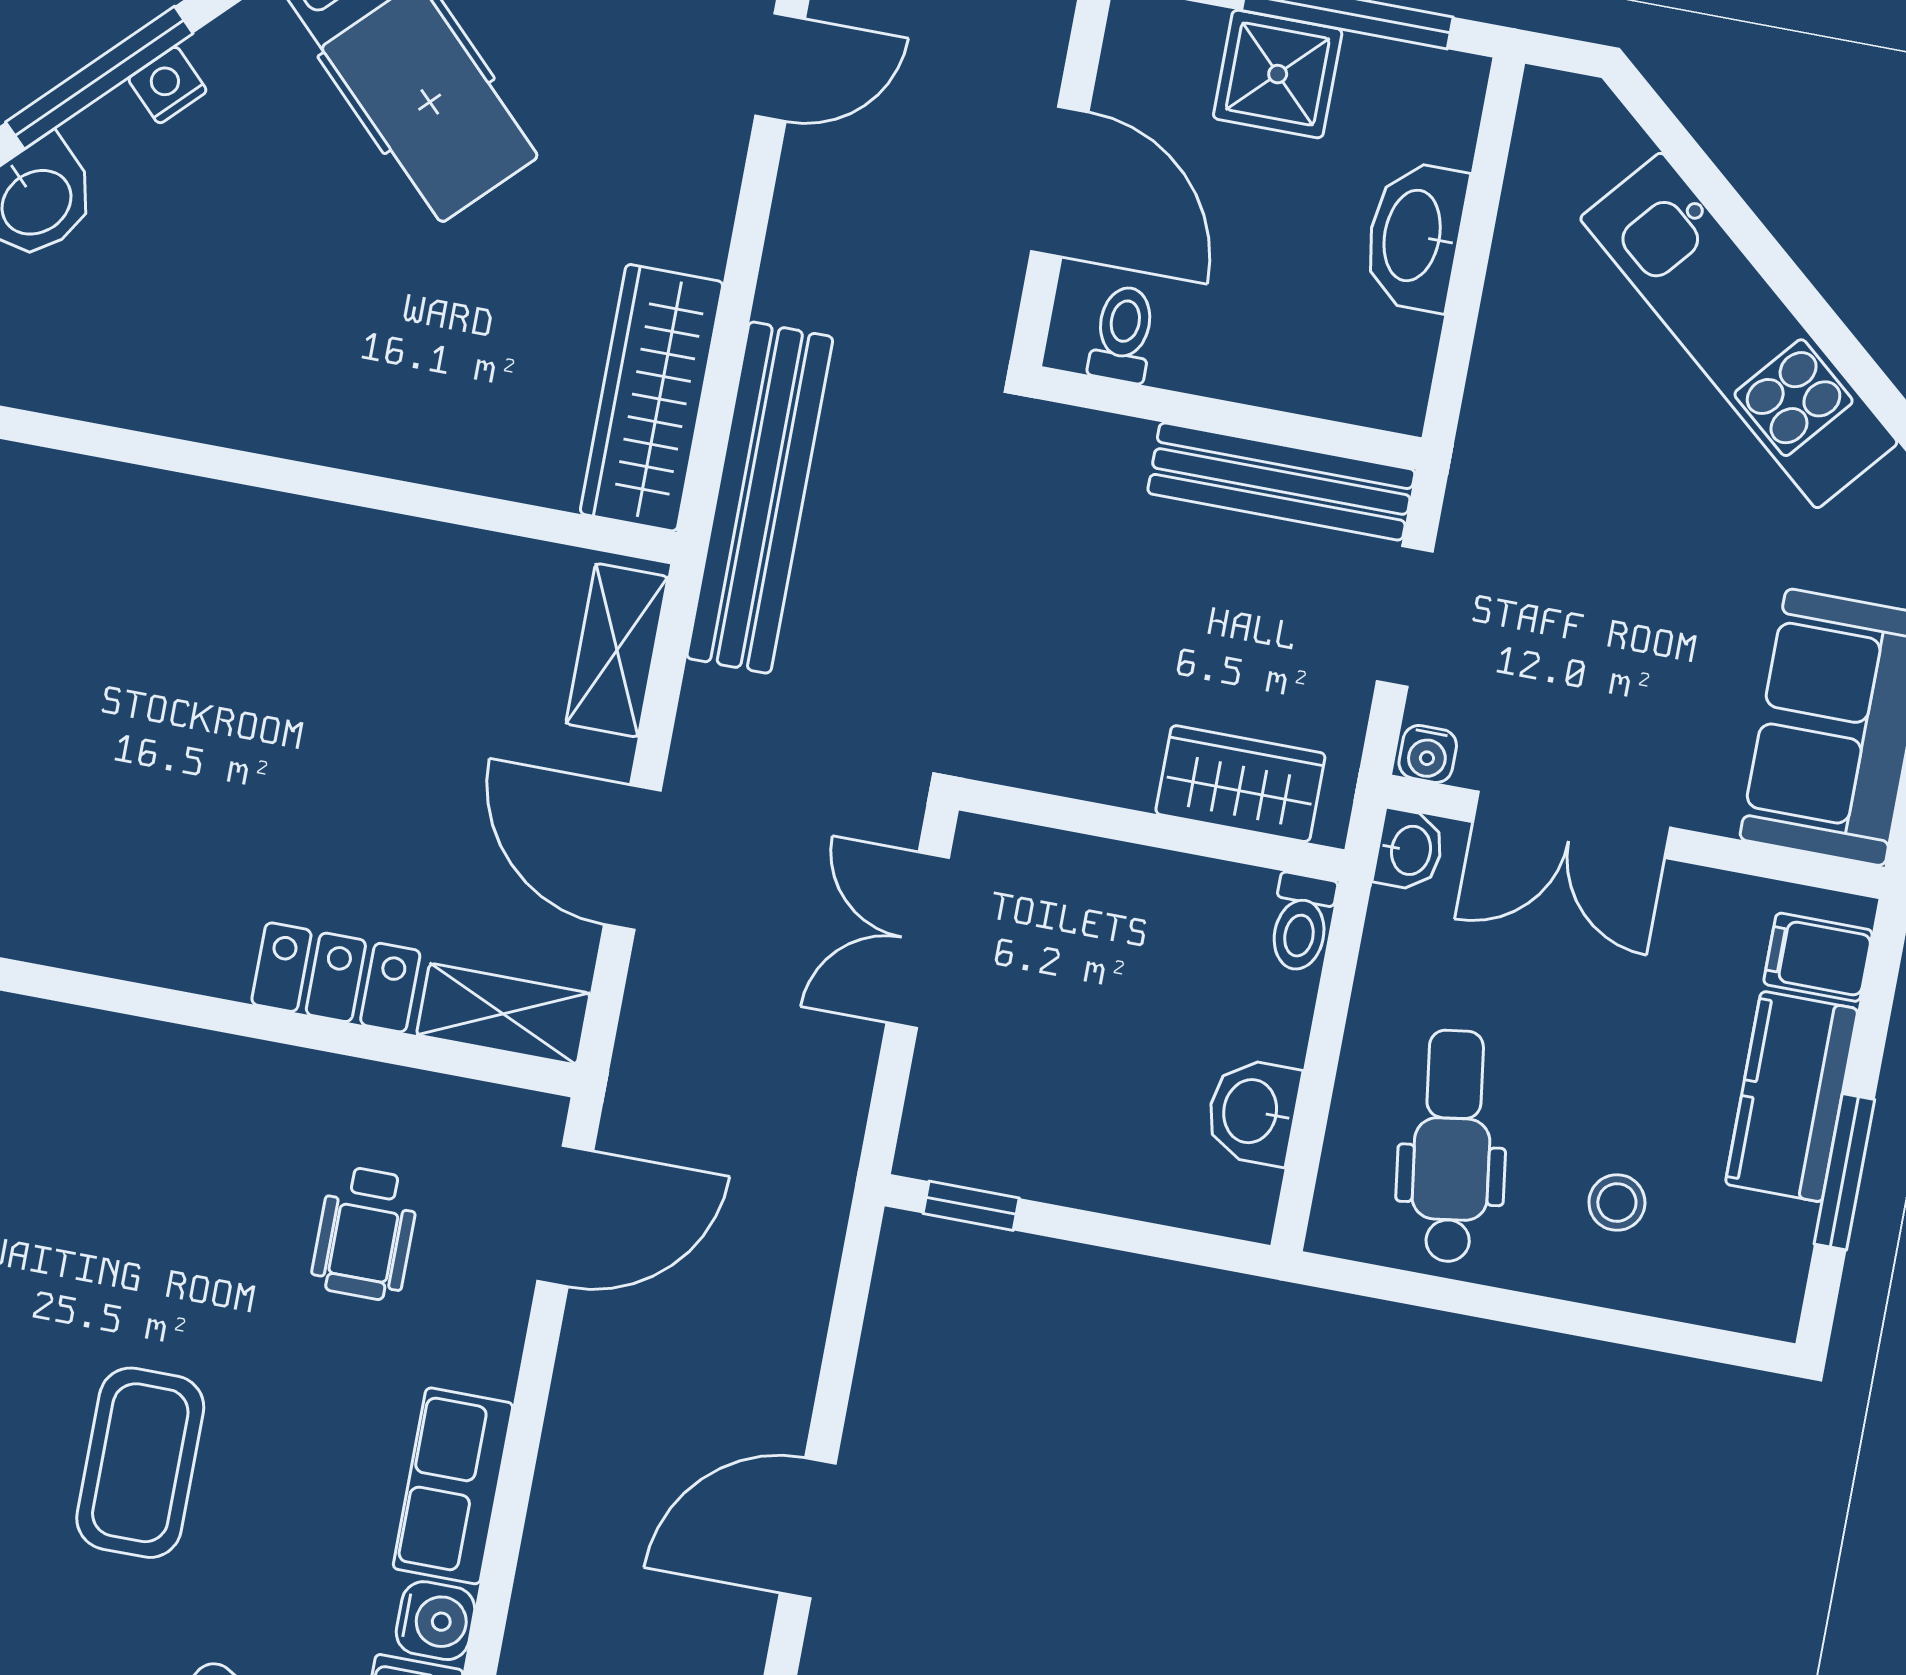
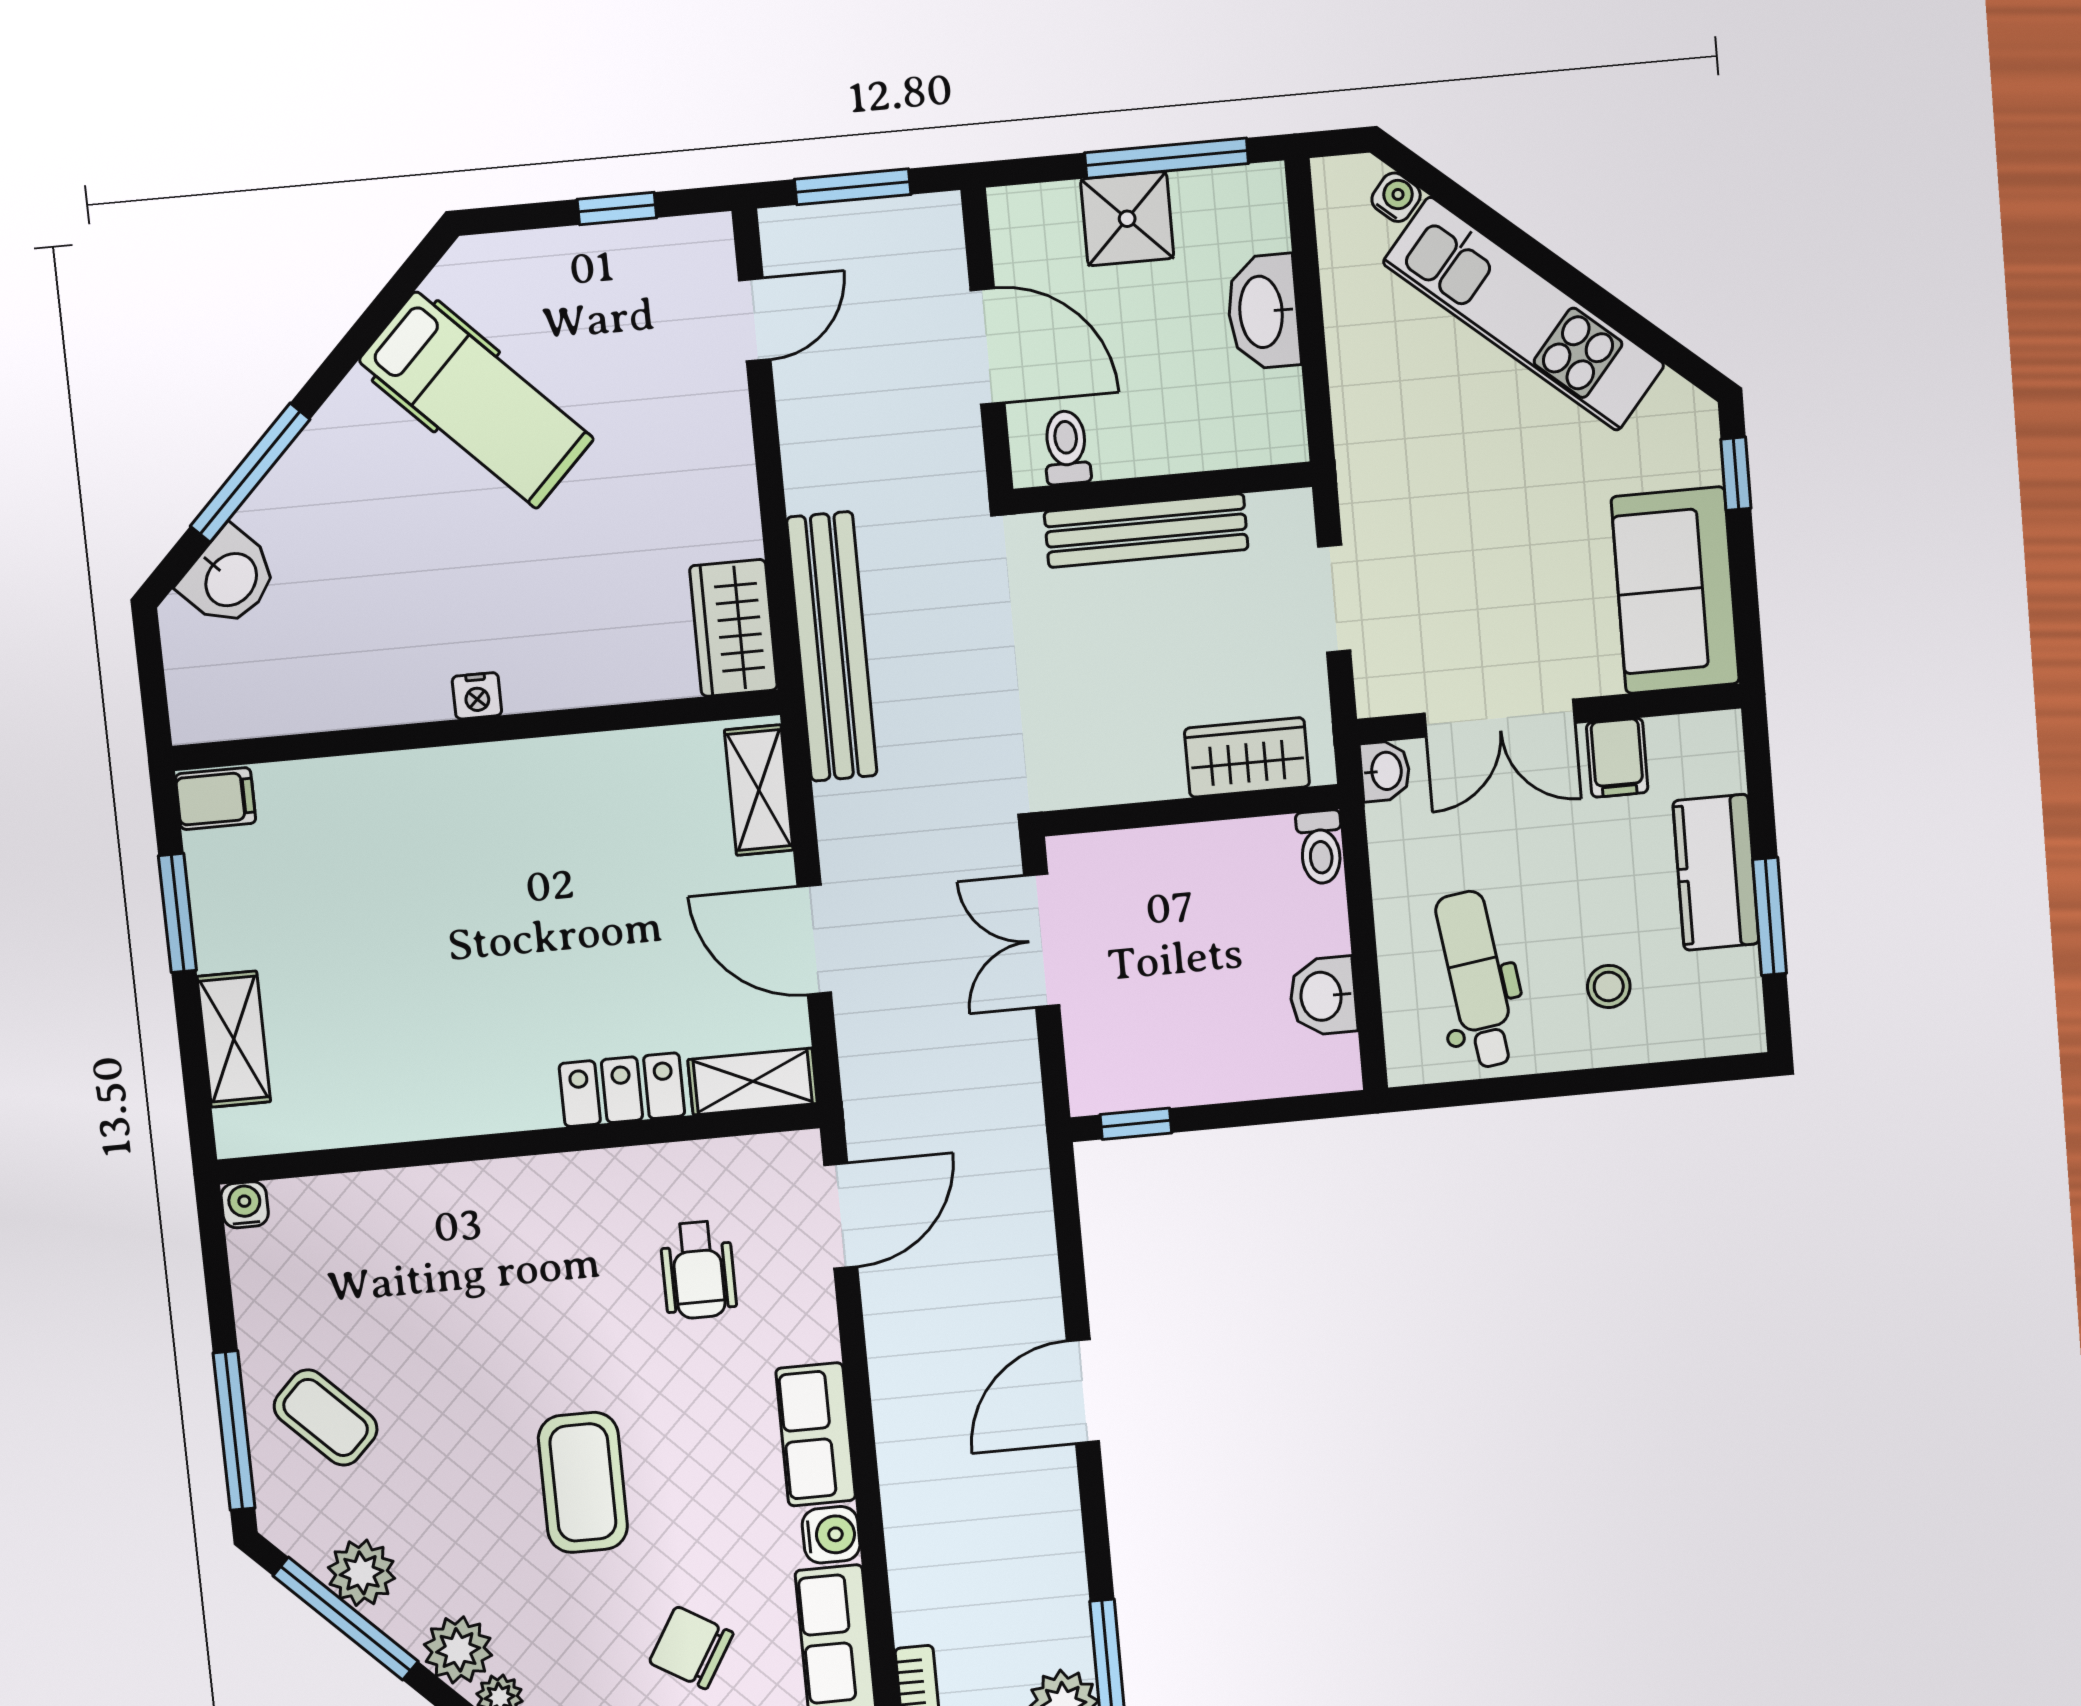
nightstand: (167, 85) -> (477, 696), moved, turned -135
wardrobe: (652, 398) -> (733, 628), width x0.67
bench: (1281, 481) -> (1146, 531), moved
water cooler: (1428, 754) -> (1396, 197), moved, turned -140
filing cabinet: (1818, 957) -> (1617, 758), moved, turned -90

